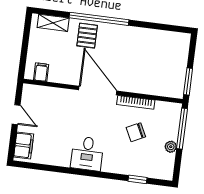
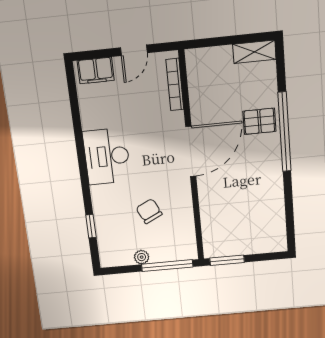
shelving: (53, 23) -> (254, 52), moved, turned 90
filing cabinet: (41, 72) -> (198, 71), removed
bookcase: (136, 102) -> (175, 85), moved
desk: (87, 153) -> (107, 156), width x1.37

